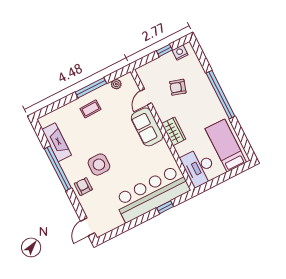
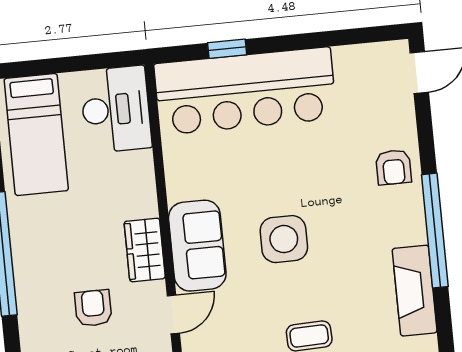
armchair: (178, 87) -> (93, 308), turned -107
wardrobe: (174, 131) -> (145, 250), moved
side table: (99, 165) -> (284, 239), moved

